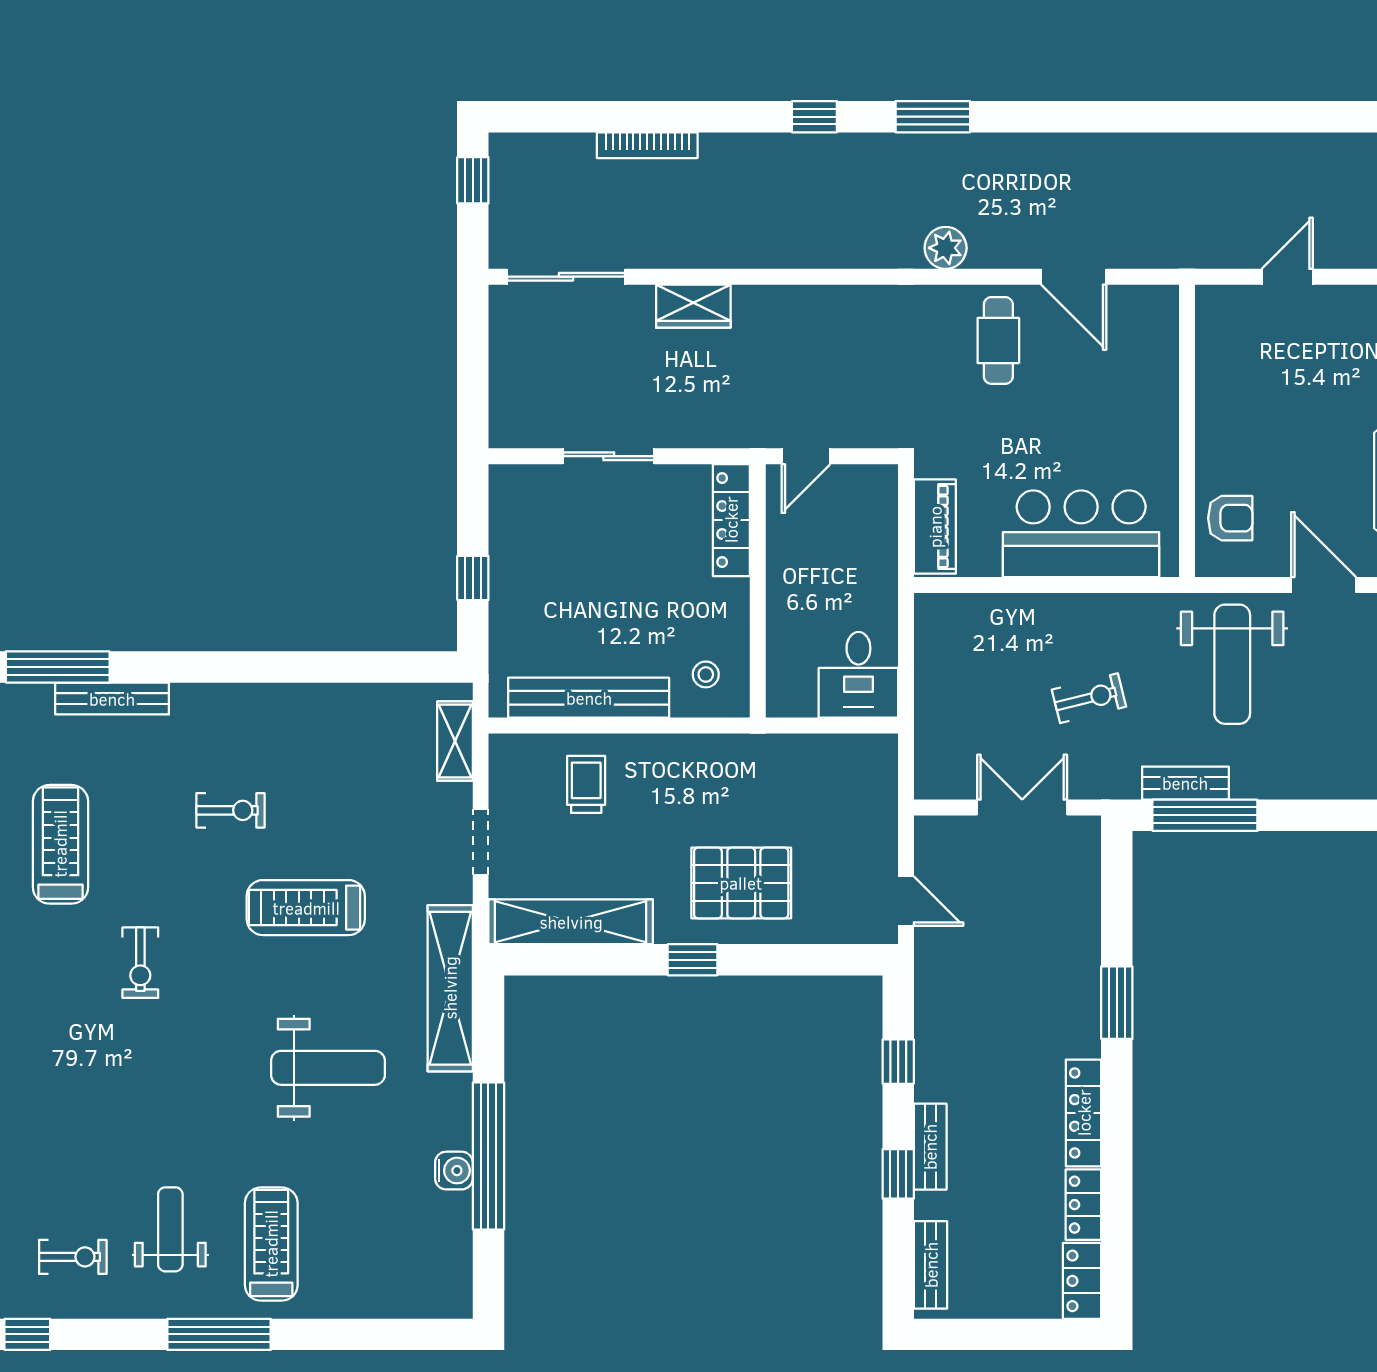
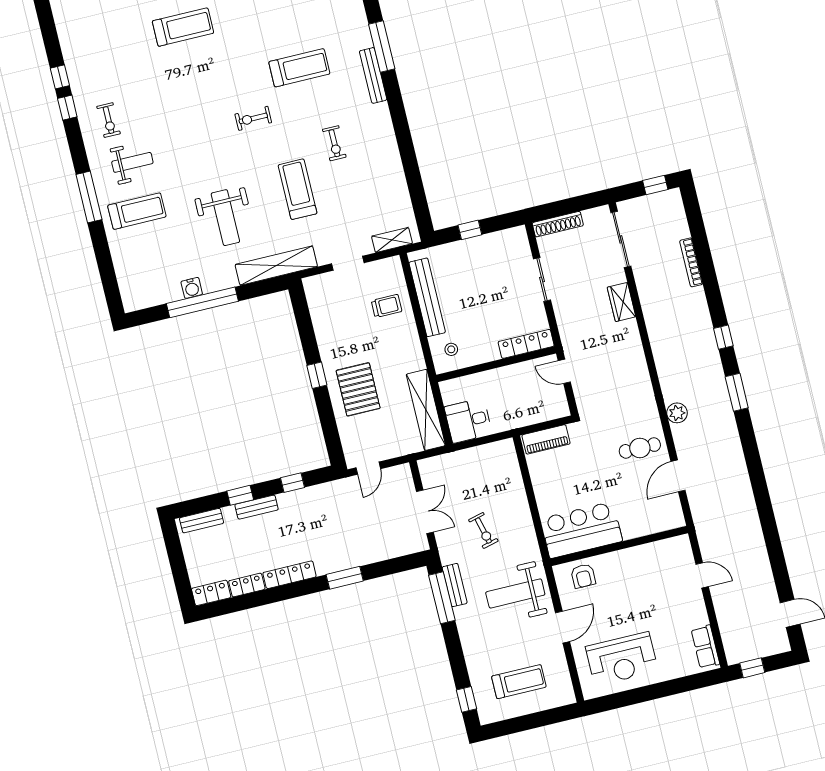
shoe rack: (504, 397) -> (558, 224), added
bar counter: (1081, 534) -> (581, 530), moved, turned -90
shelving: (571, 922) -> (426, 410), moved

